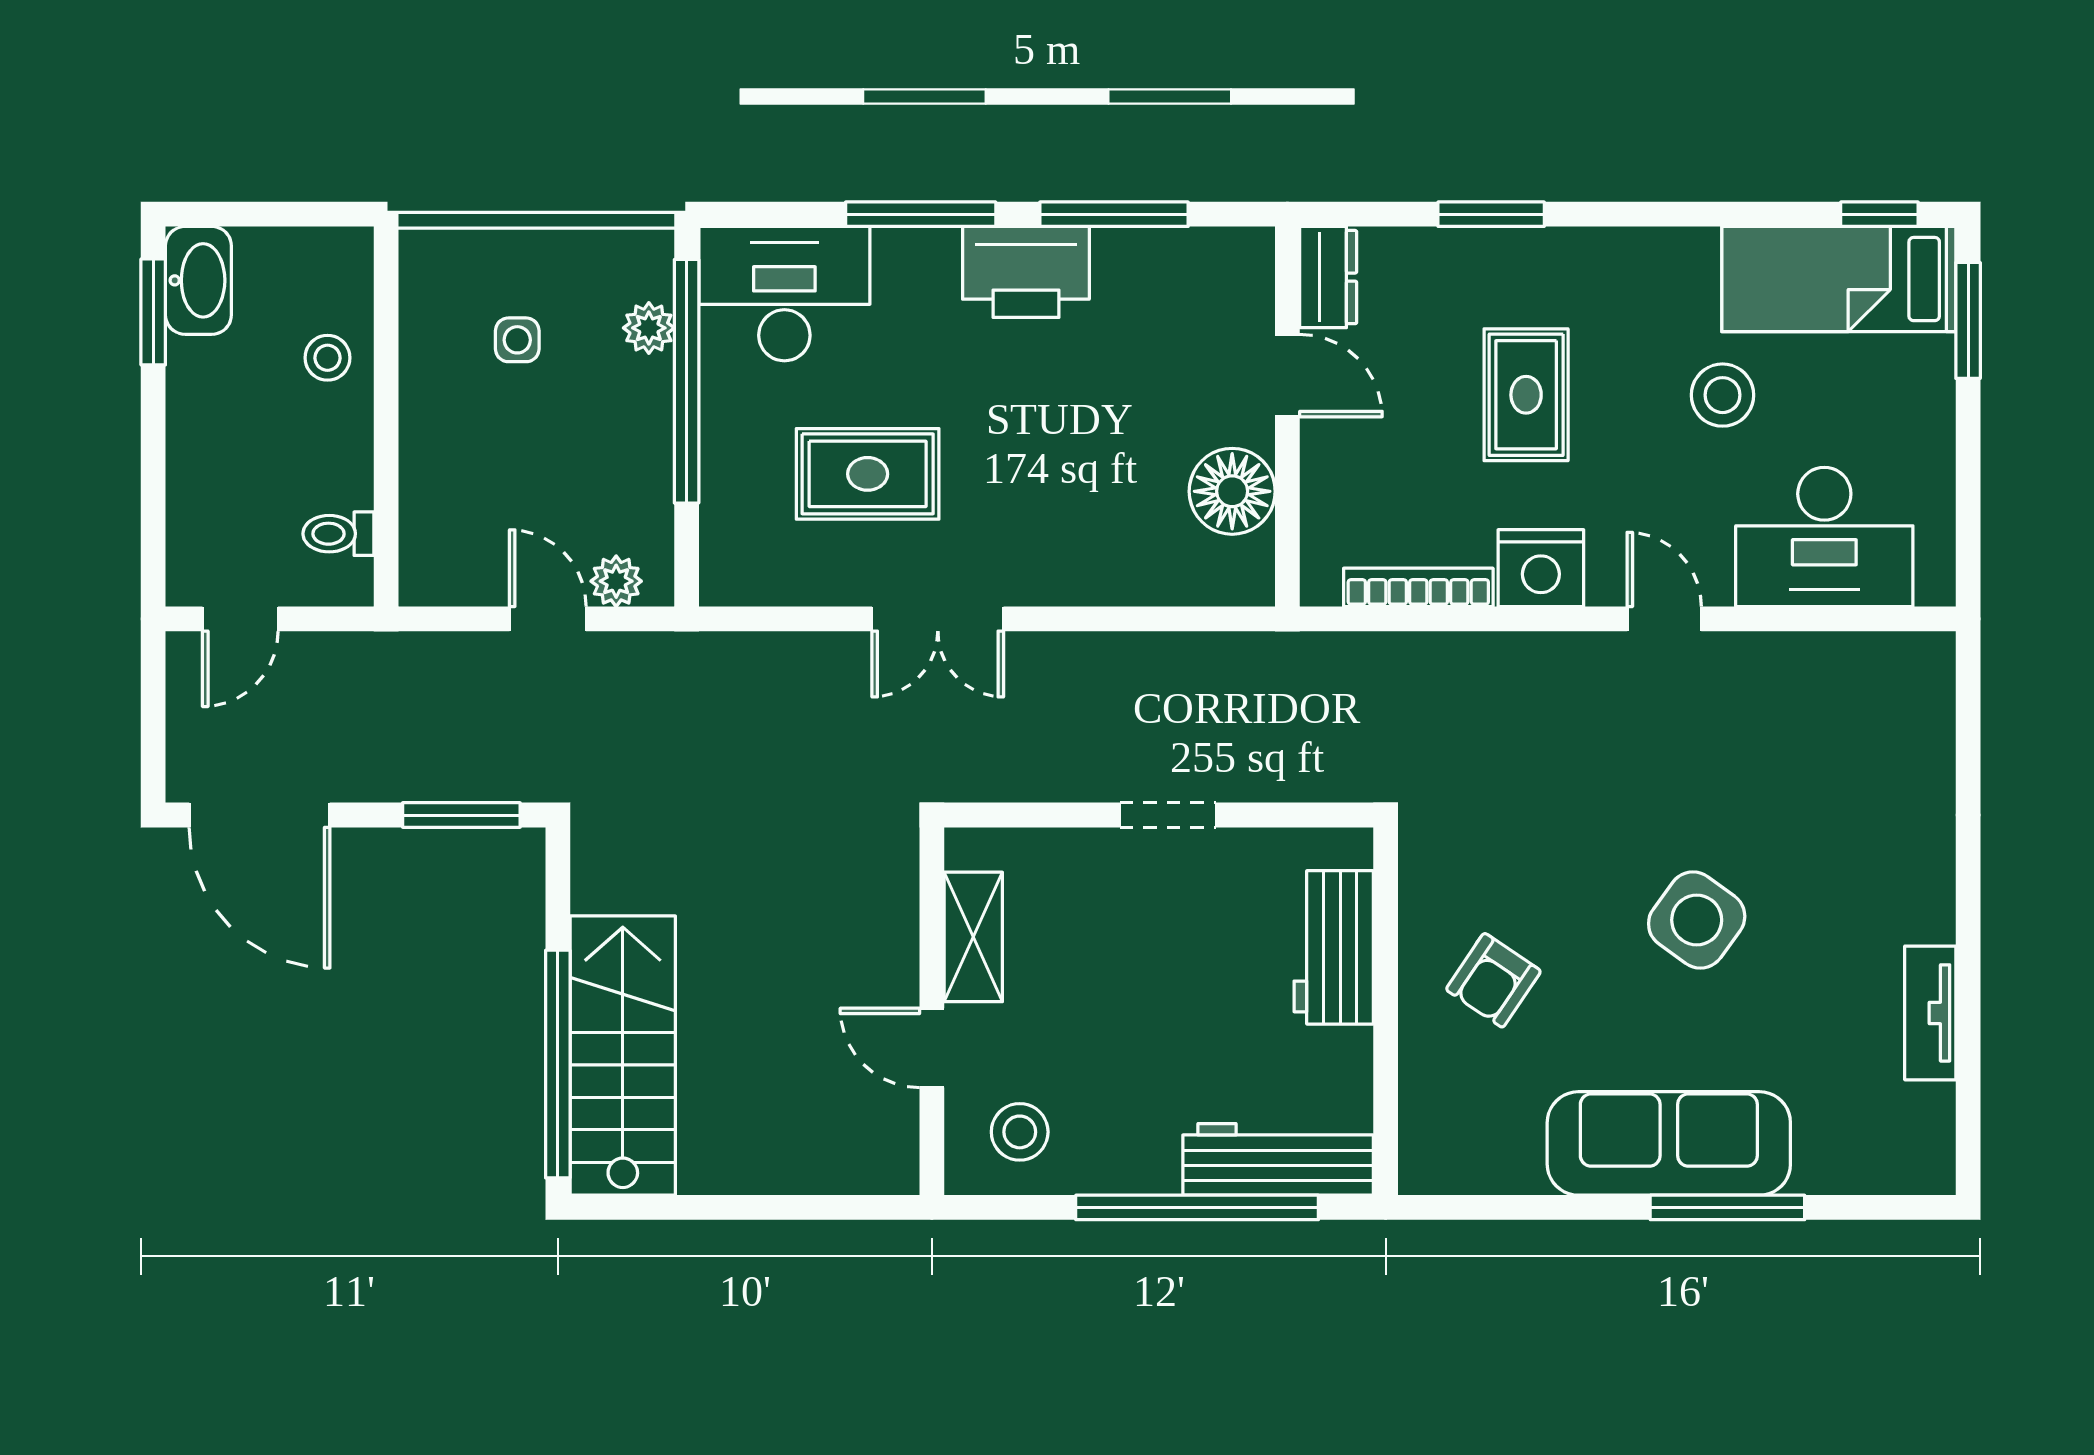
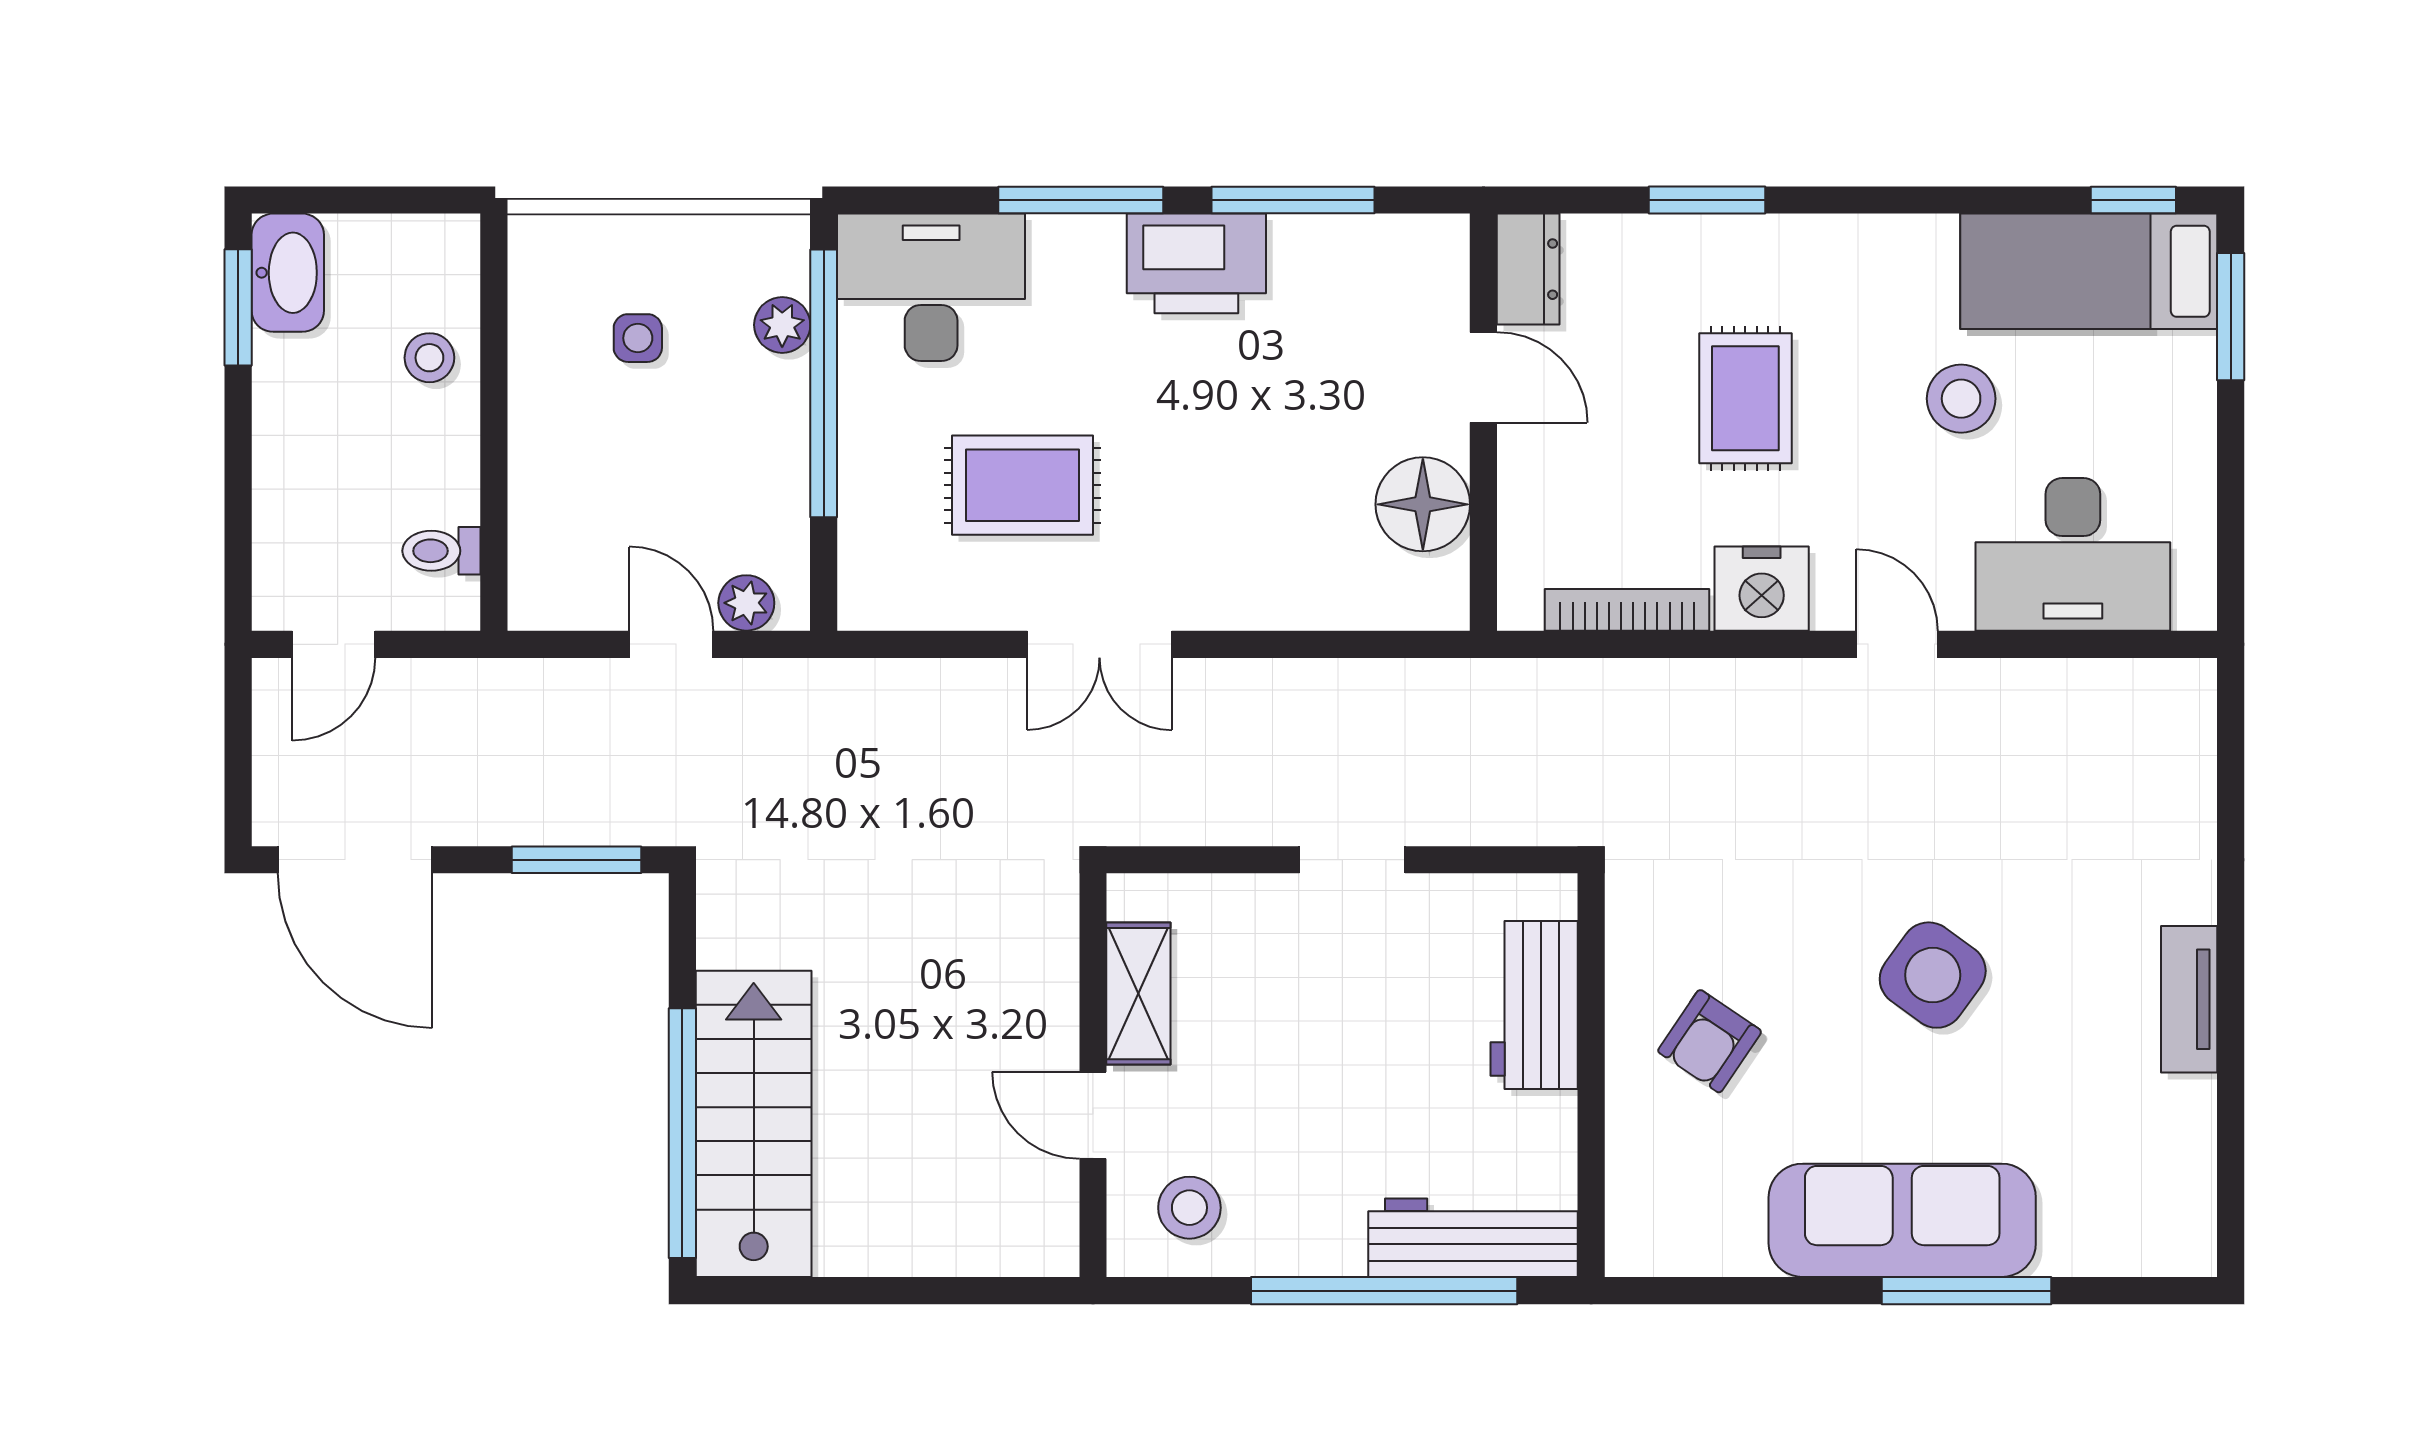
tv unit: (1930, 1013) -> (2189, 999), moved

